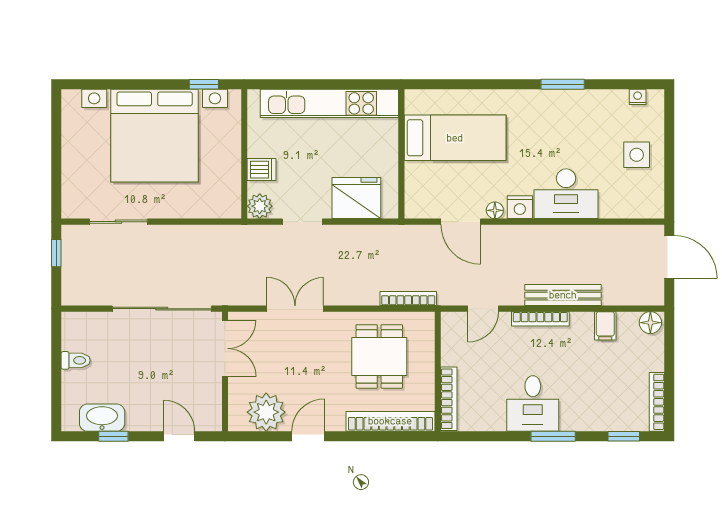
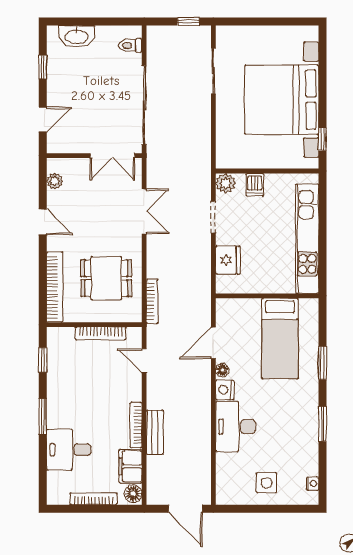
window: (486, 84) -> (322, 363), added
fridge: (356, 198) -> (228, 260), width x0.73, depth x0.75
door: (669, 257) -> (185, 509), hinge flipped
bench: (563, 295) -> (155, 432), width x0.73
bookcase: (540, 319) -> (136, 425), moved
filing cabinet: (605, 326) -> (131, 466), width x2.00
toilet: (76, 360) -> (130, 45), moved, turned 90
bookcase: (449, 399) -> (101, 333), moved
bookcase: (657, 402) -> (94, 499), moved
desk: (533, 403) -> (69, 450), moved
plant: (266, 412) -> (55, 181), width x0.53, depth x0.53
washbasin: (102, 418) -> (77, 36), moved, turned 90
window: (624, 436) -> (43, 360), moved

